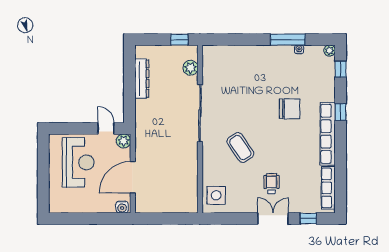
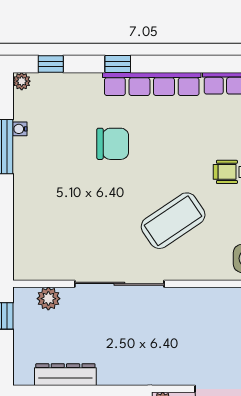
chair: (290, 109) -> (113, 144), turned 90
coffee table: (240, 148) -> (173, 221), width x1.36, depth x1.32

